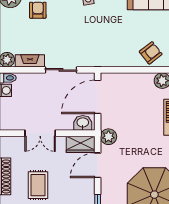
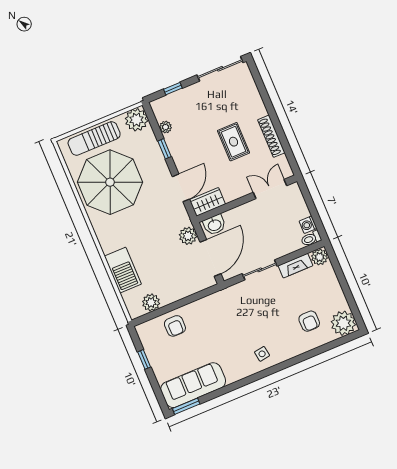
armchair: (151, 53) -> (175, 326), turned -52
double door: (40, 133) -> (270, 189), moved
plant: (108, 137) -> (188, 236), moved

